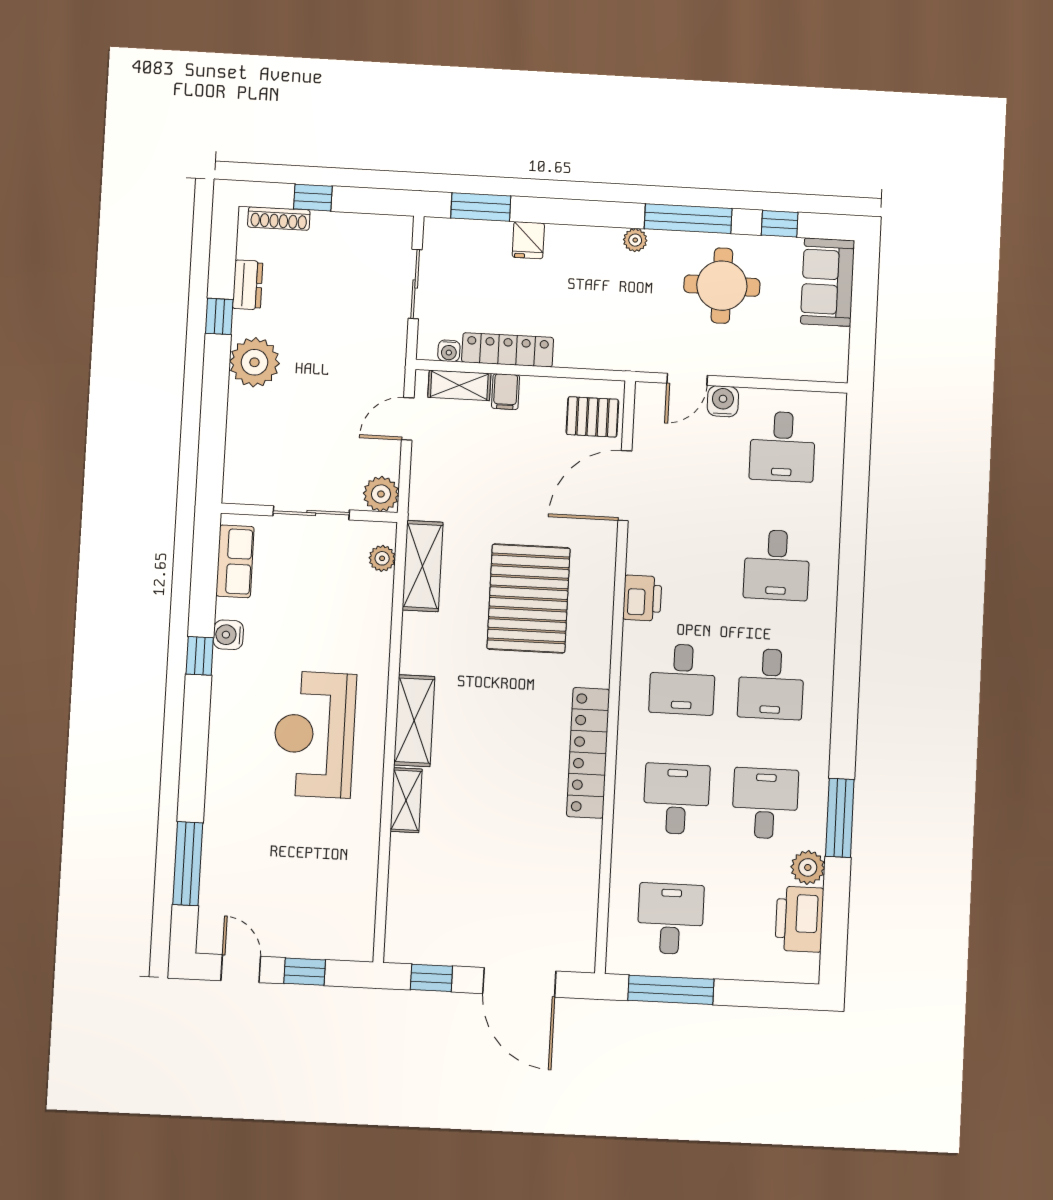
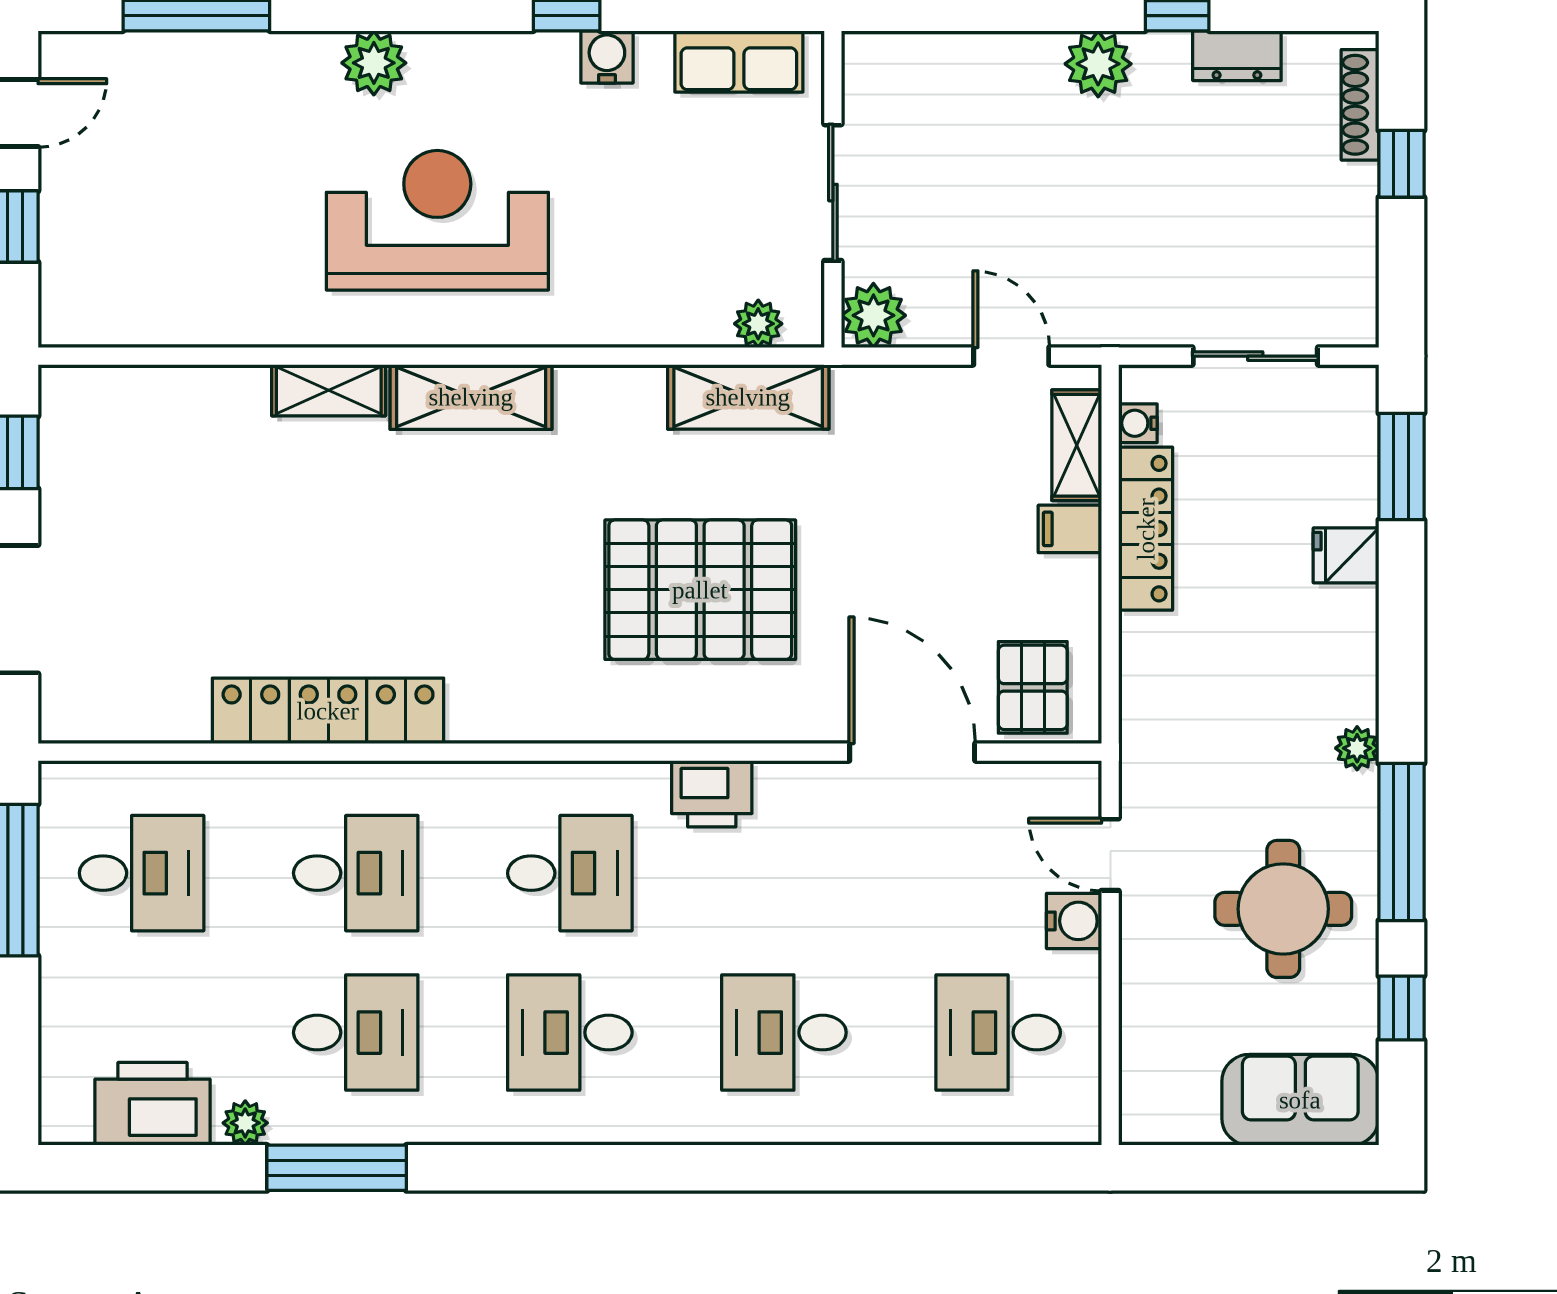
plant: (254, 362) -> (1098, 64), width x0.73, depth x0.73
desk: (682, 679) -> (570, 873), turned 180
locker: (588, 753) -> (328, 711), moved
plant: (224, 765) -> (374, 63), added
plant: (808, 867) -> (245, 1123), width x0.73, depth x0.73

